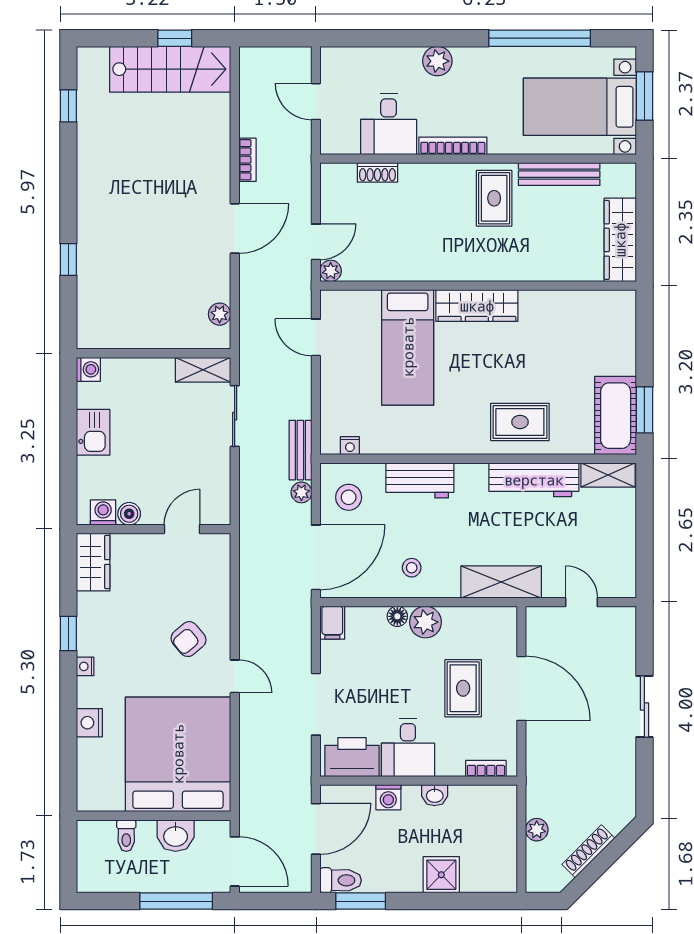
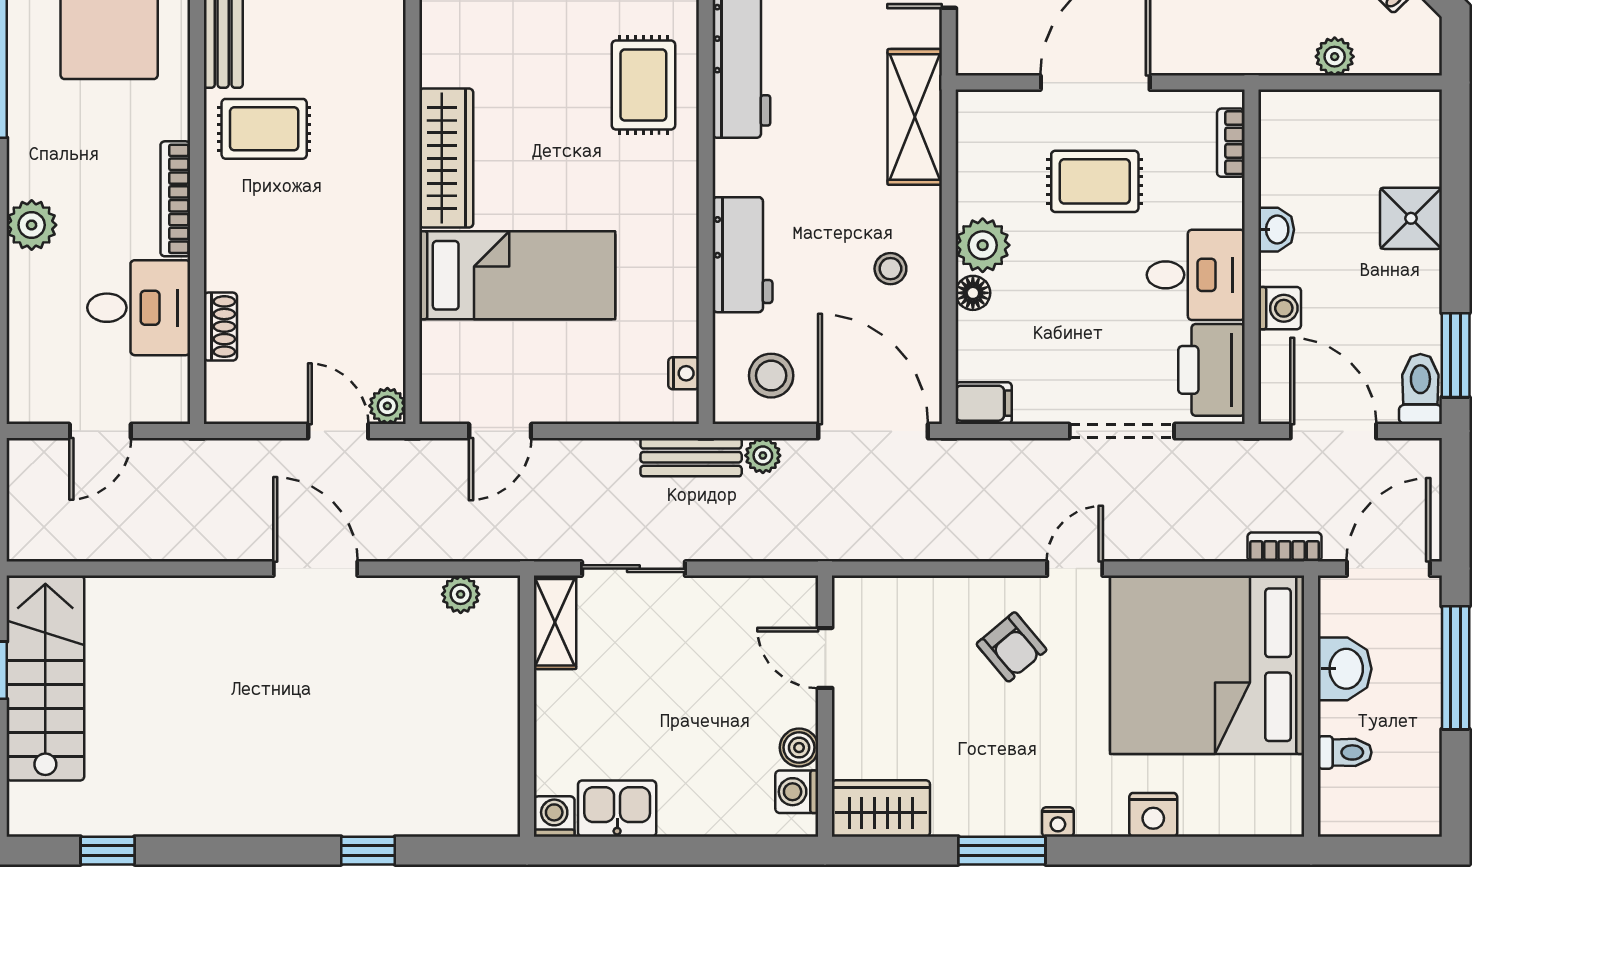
bookcase: (247, 160) -> (1285, 547), moved
kitchen sink: (93, 432) -> (617, 809), moved
window: (68, 633) -> (1002, 851), width x1.50

